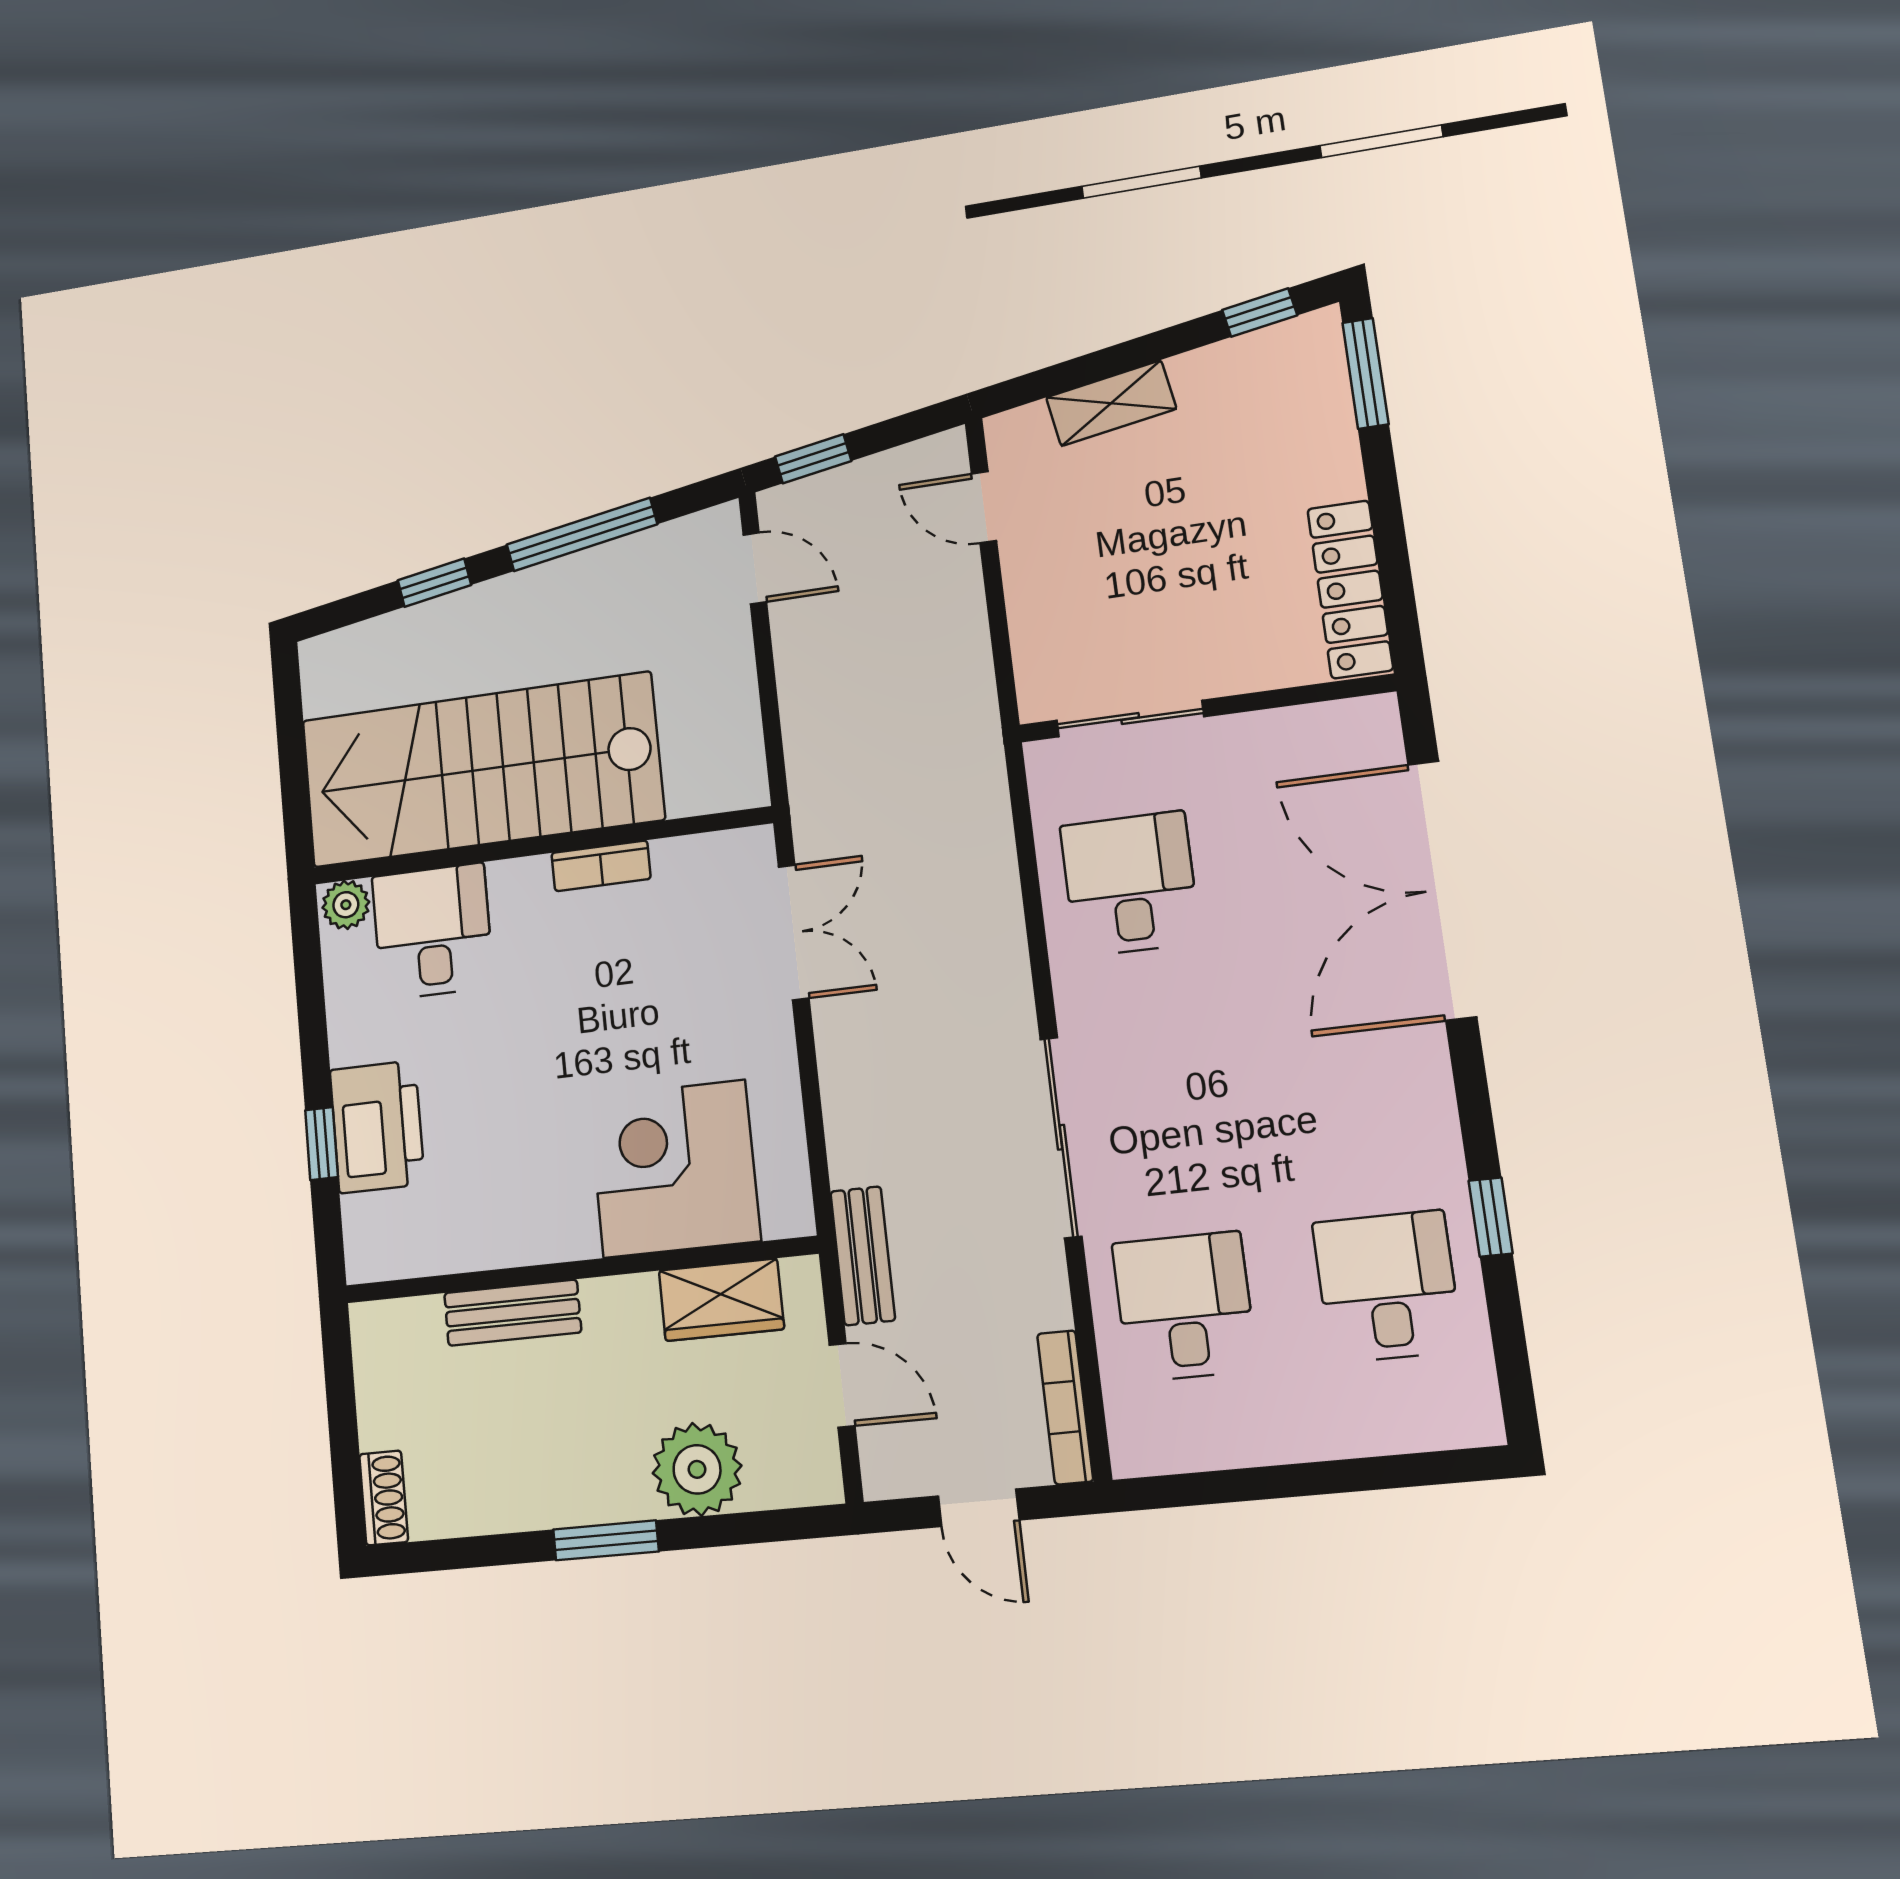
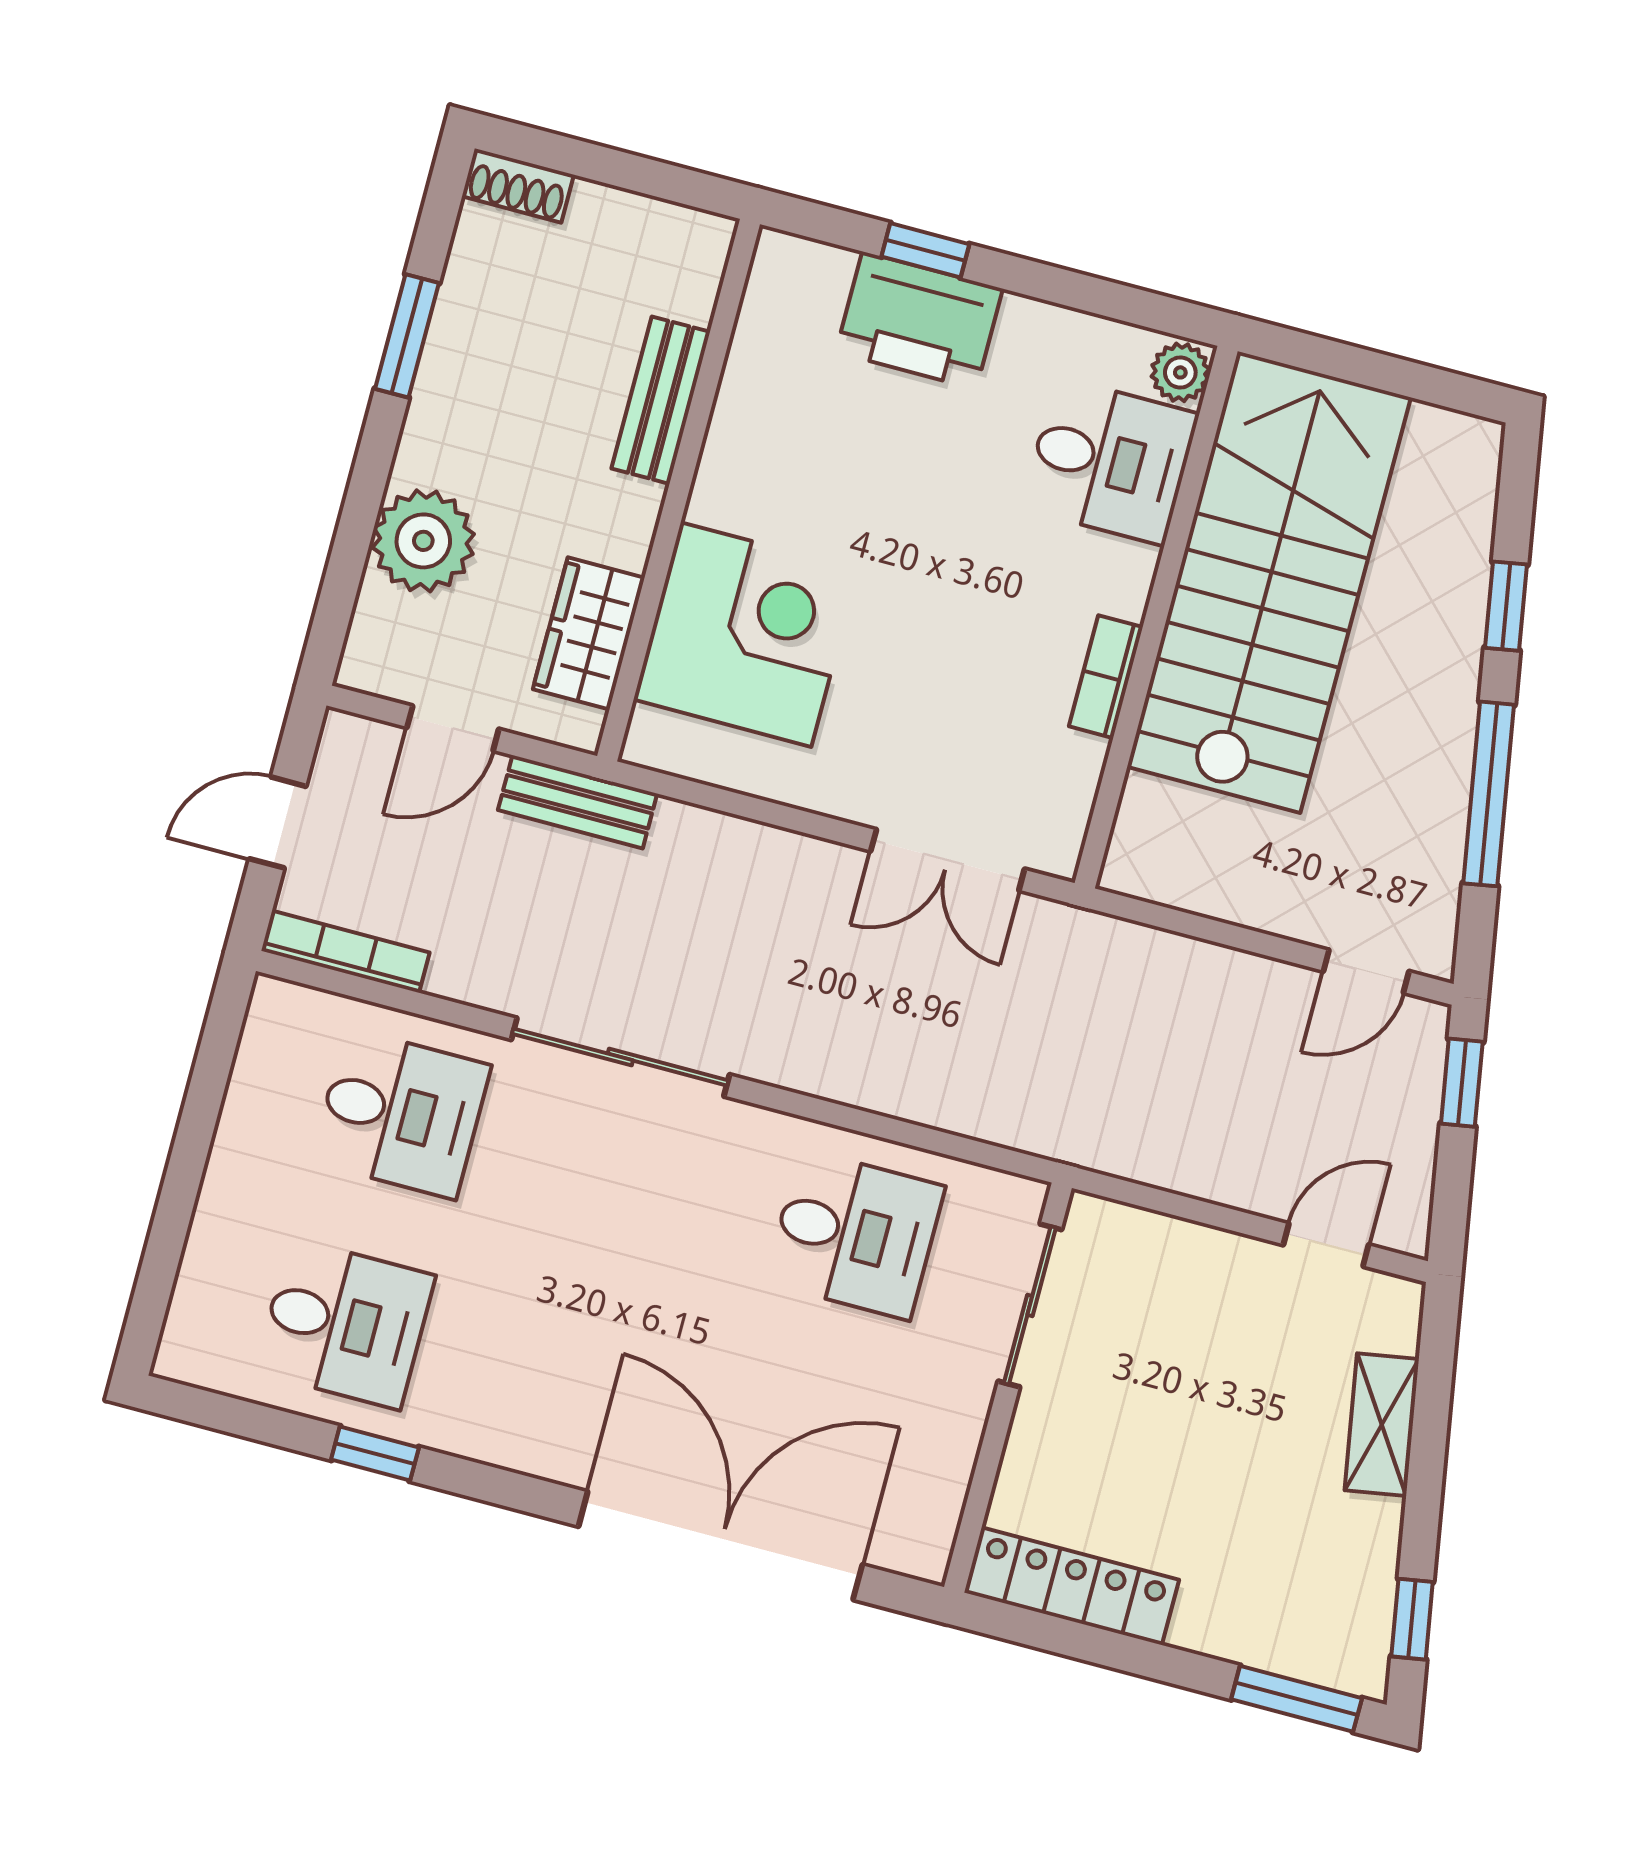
window: (606, 1540) -> (407, 336), moved

